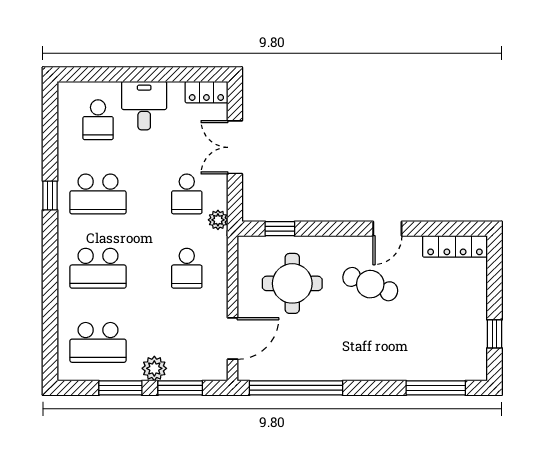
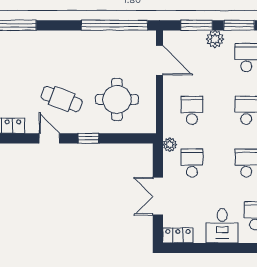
double door: (235, 147) -> (158, 196), swing flipped
window: (280, 229) -> (89, 138), moved
door: (387, 229) -> (49, 138), hinge flipped
door: (232, 339) -> (159, 60), swing flipped

